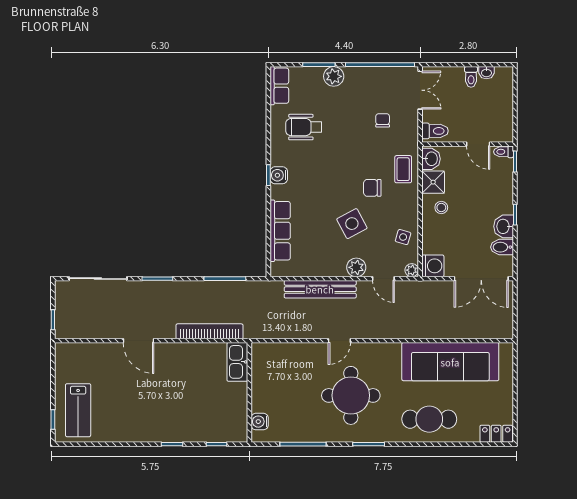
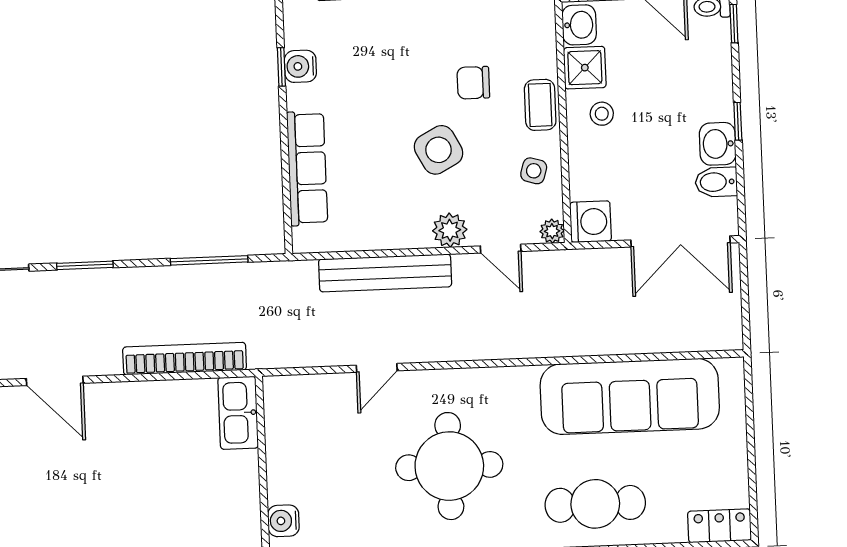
coffee table: (403, 169) -> (540, 105), moved
door: (339, 341) -> (377, 368), moved

